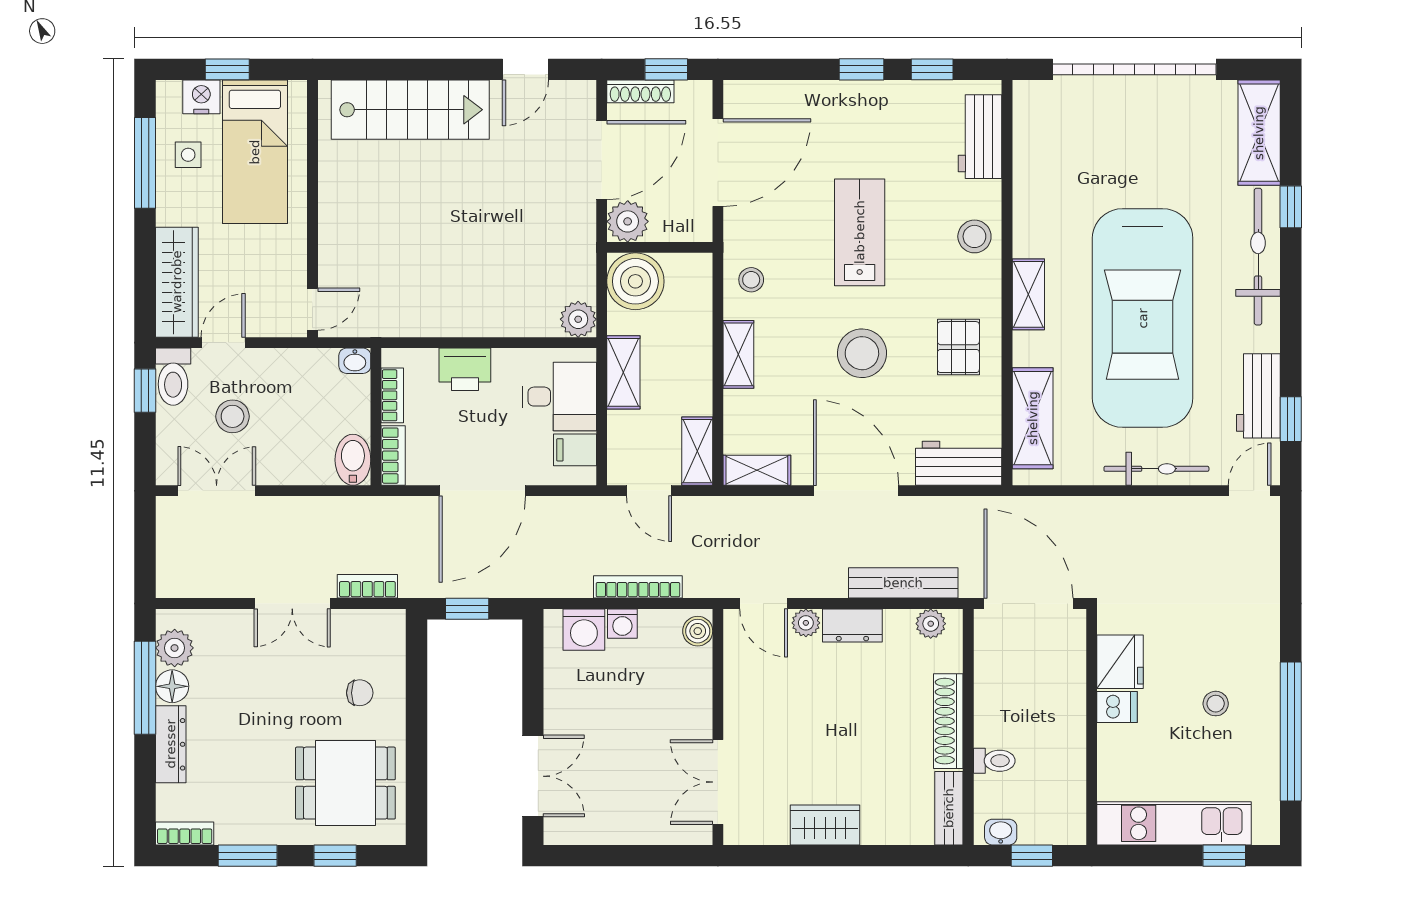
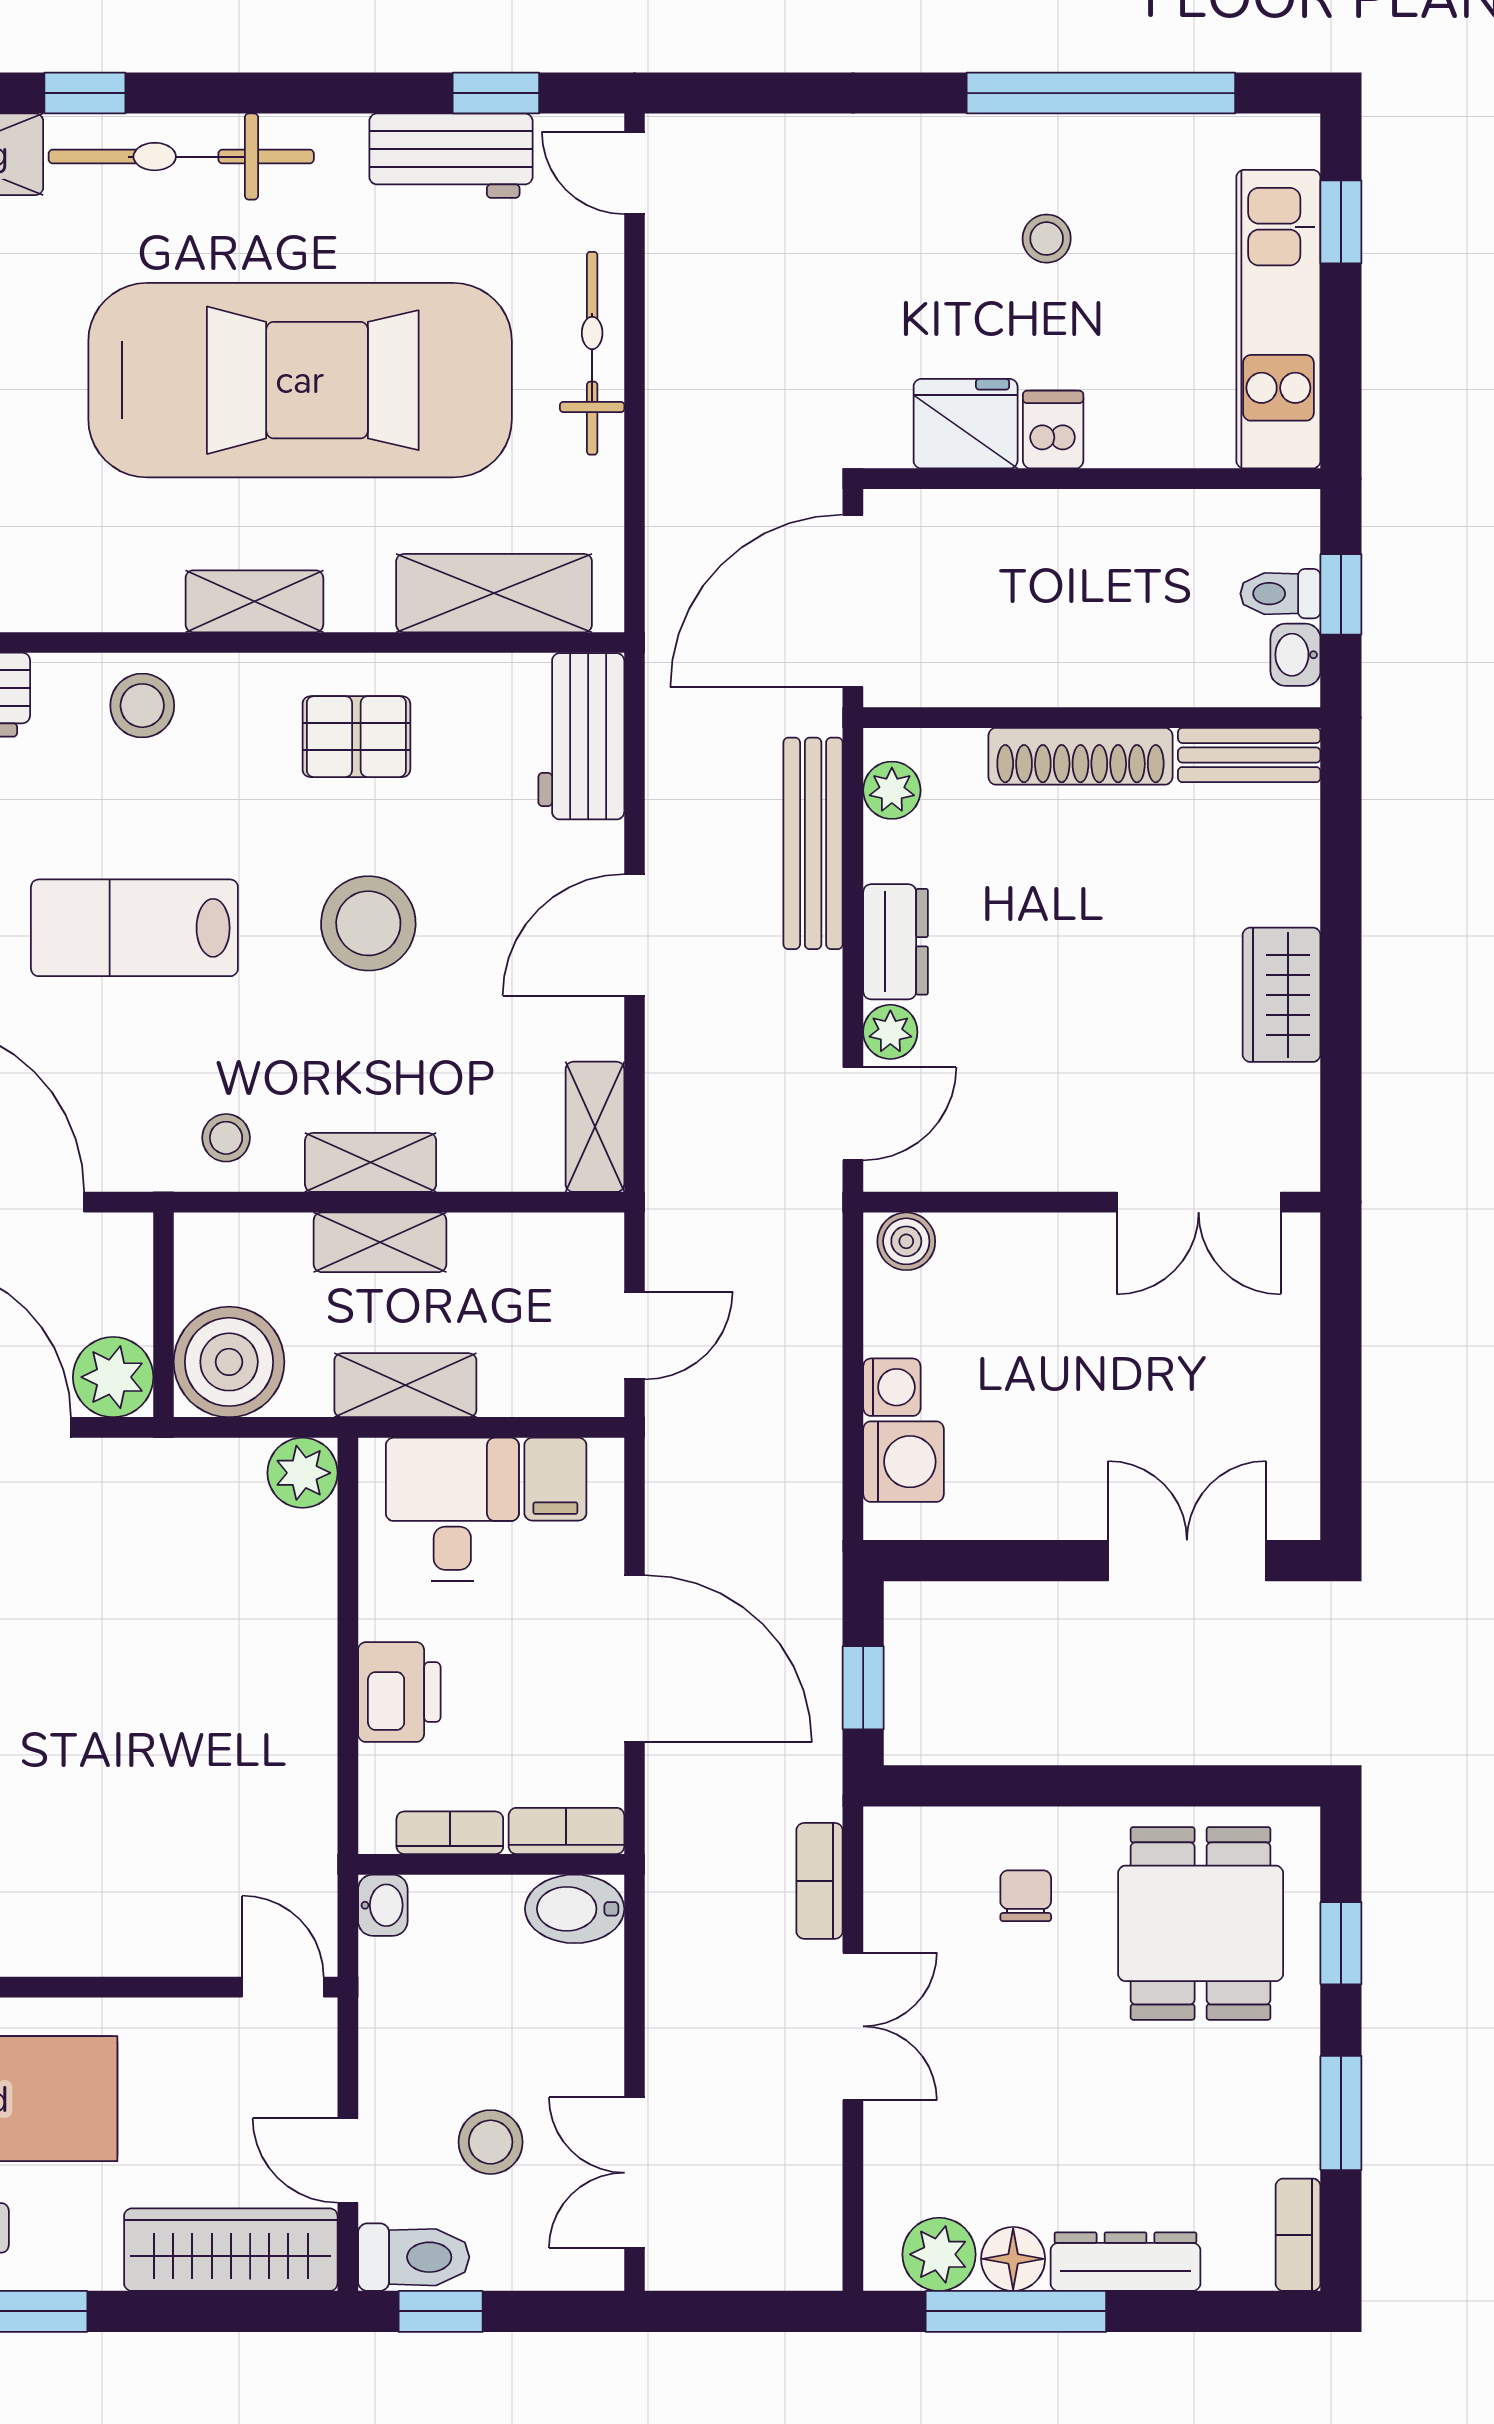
shelving: (697, 451) -> (380, 1242), moved
door: (856, 491) -> (634, 935), width x0.73
bookcase: (638, 587) -> (821, 1357), removed
toilet: (994, 761) -> (1280, 594), moved, turned -90

